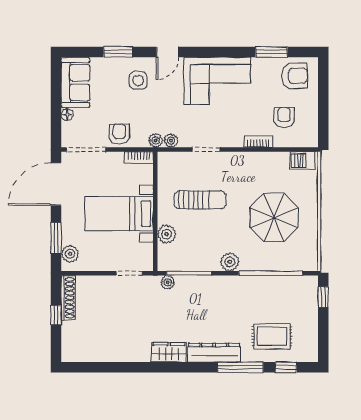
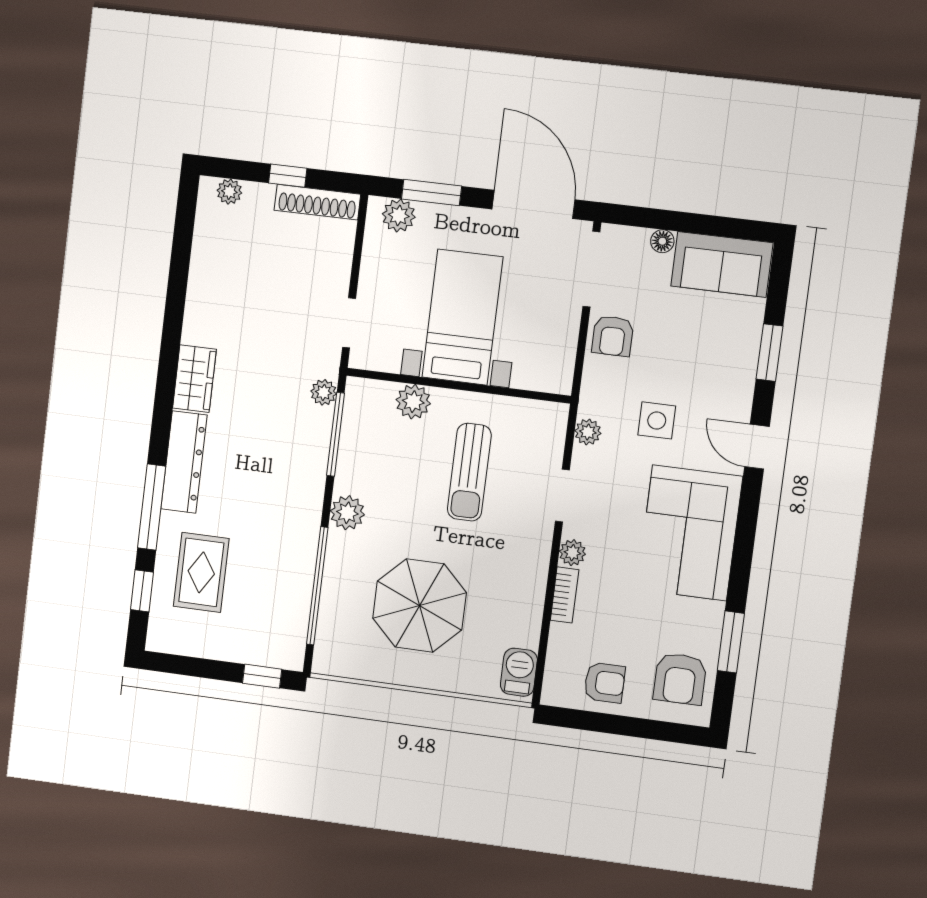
side table: (138, 81) -> (657, 420), moved
armchair: (284, 117) -> (605, 683), moved
armchair: (119, 134) -> (613, 336), turned 90
plant: (156, 140) -> (572, 553), moved
bookcase: (139, 157) -> (564, 367), removed
plant: (68, 345) -> (229, 192), added

